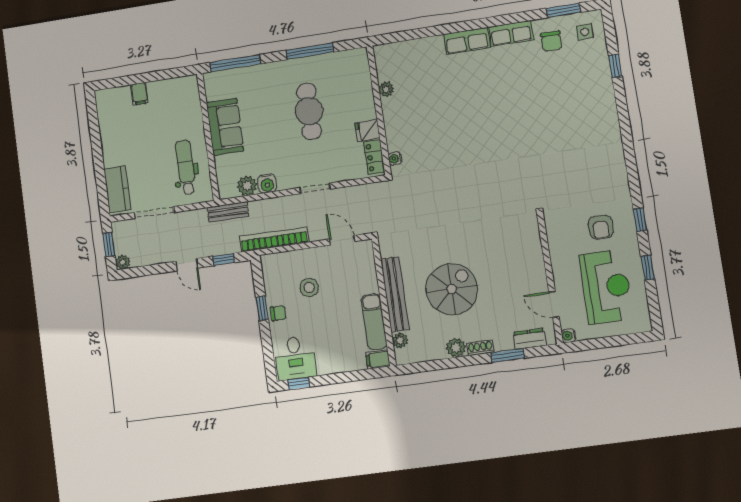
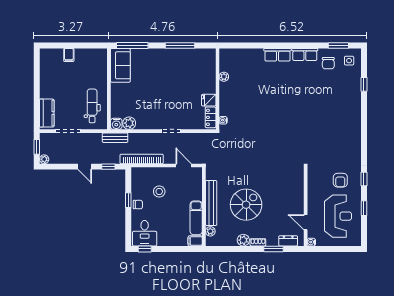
cafe table: (309, 111) -> (174, 83), removed
sofa: (225, 127) -> (120, 65), moved
water cooler: (267, 184) -> (116, 124), moved

